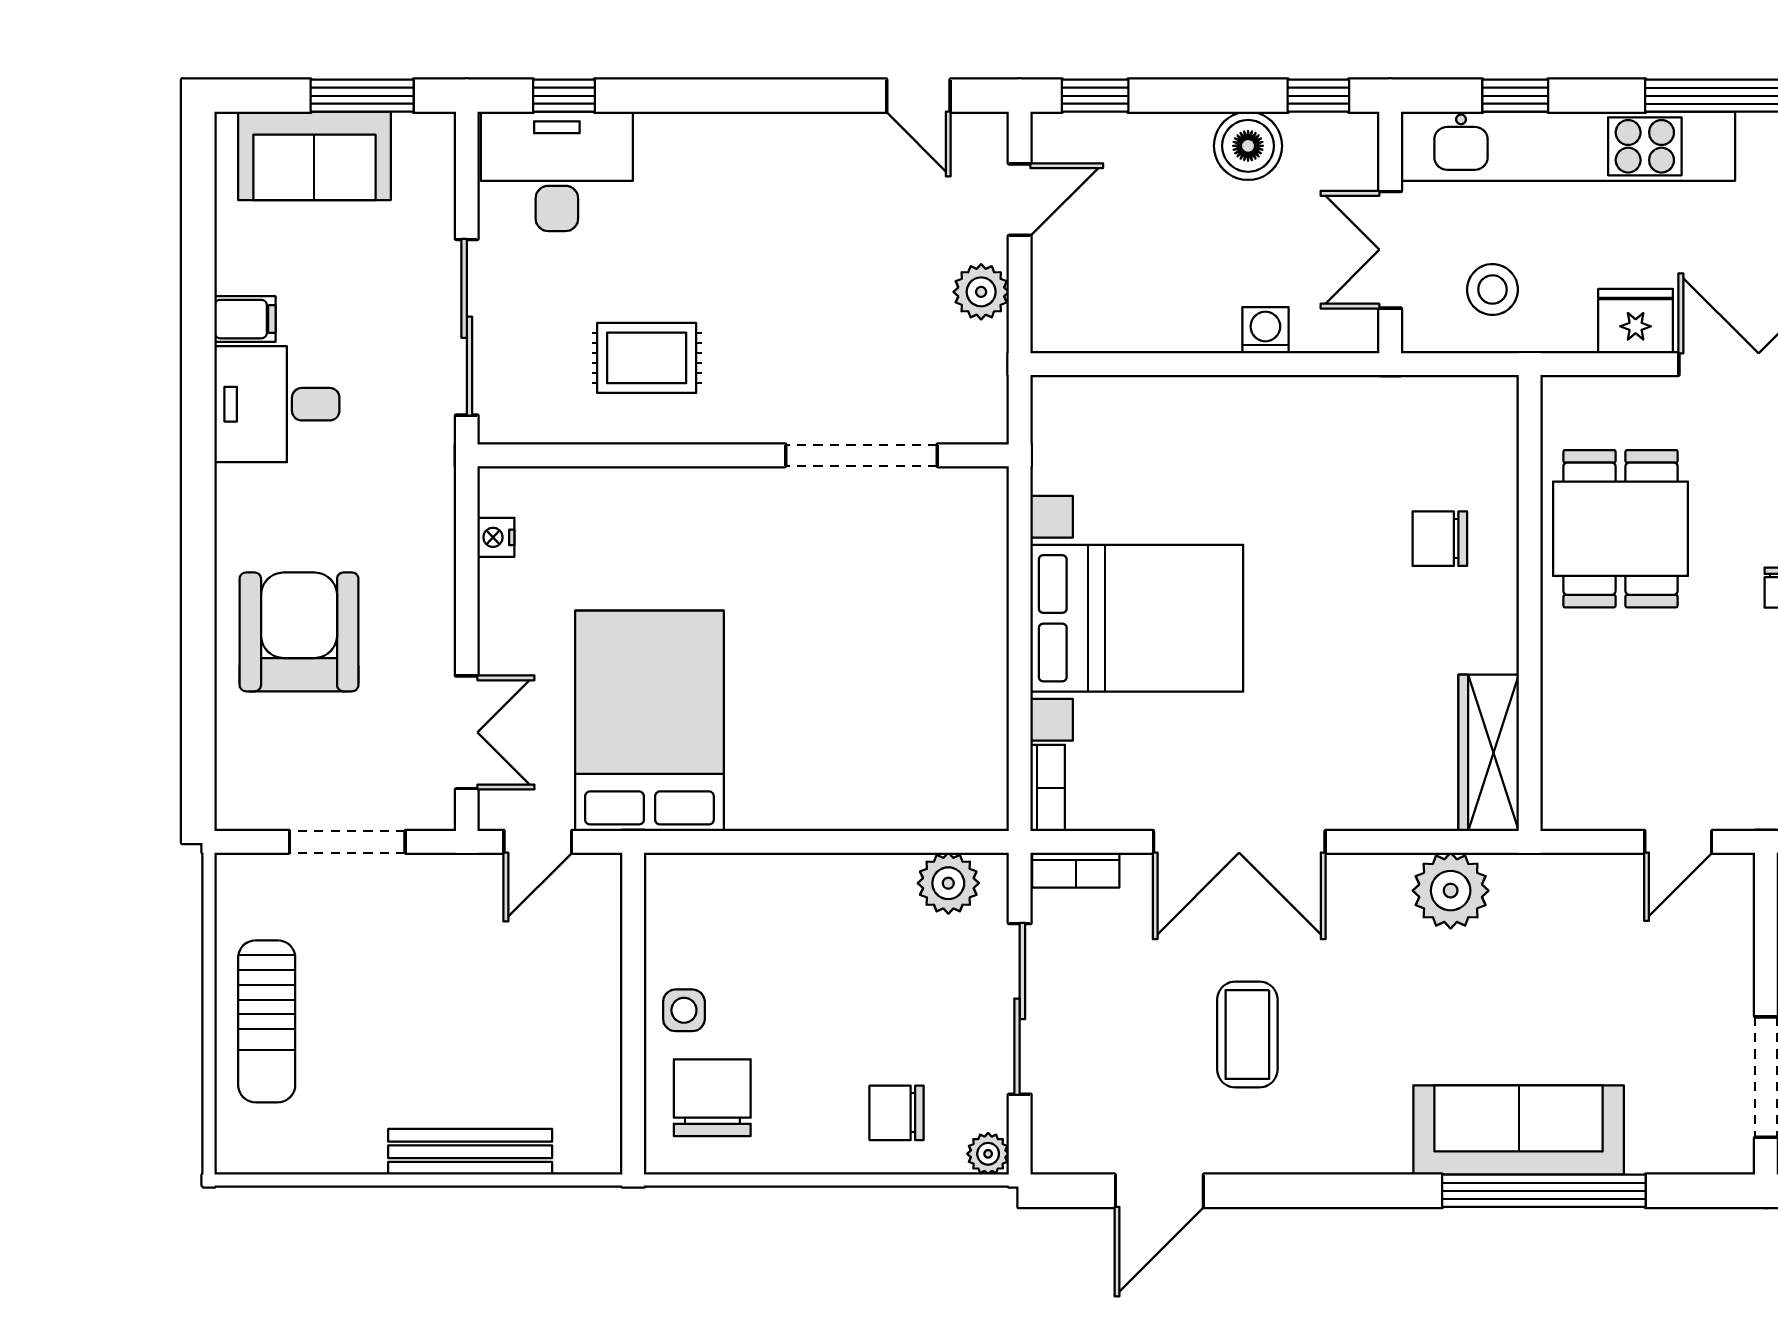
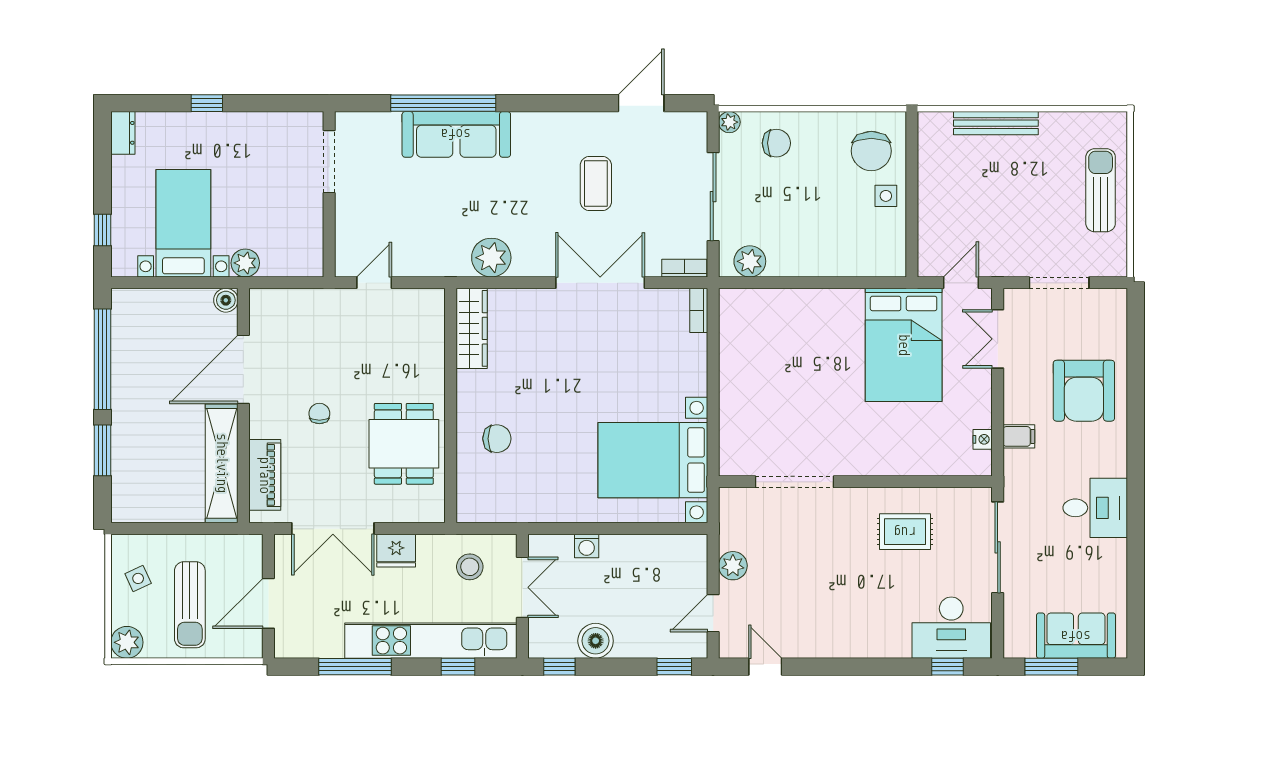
filing cabinet: (245, 319) -> (1019, 436), moved, turned 180
bed with nightstands: (1137, 618) -> (653, 460), moved

